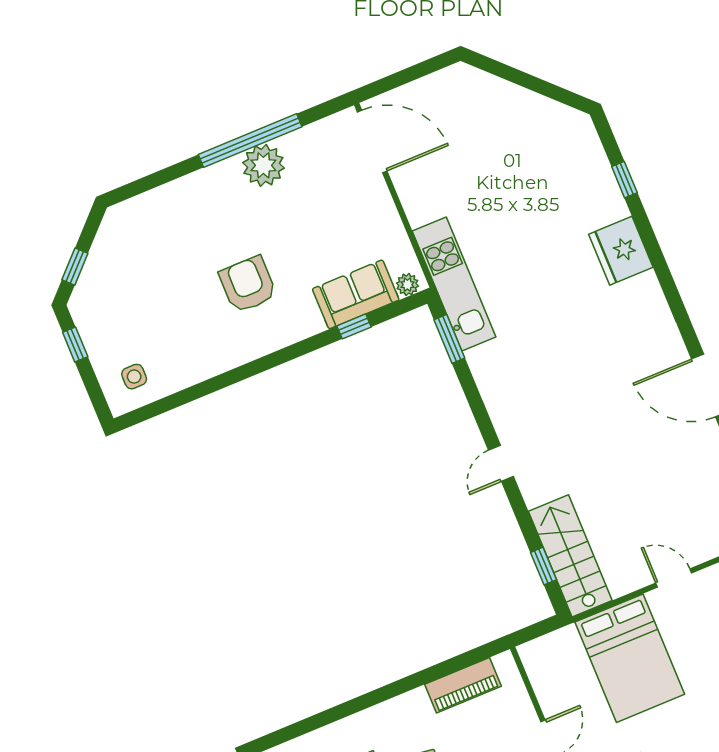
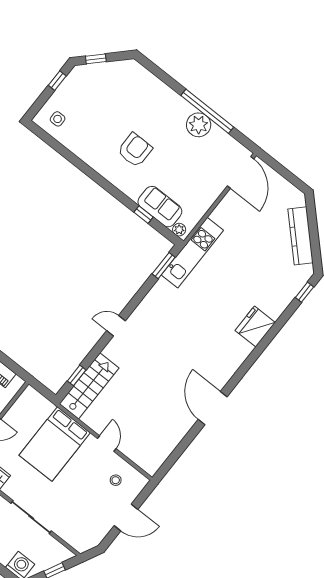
kitchen counter: (521, 104) -> (301, 236), added
window: (624, 180) -> (305, 292), moved

